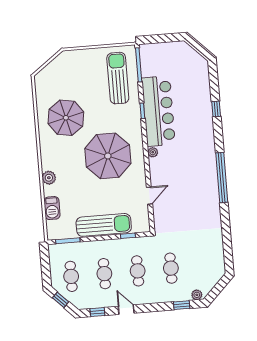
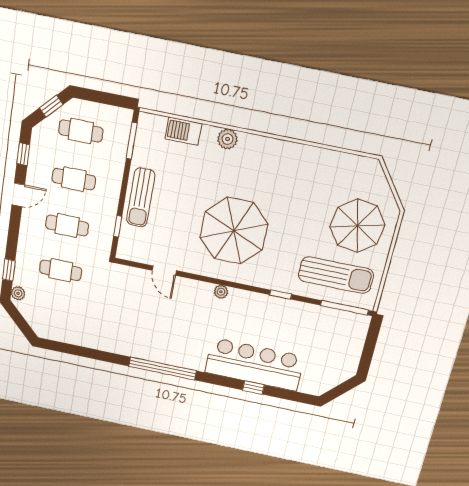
bar counter: (158, 111) -> (254, 364), moved, turned 180
parasol: (66, 118) -> (357, 226), moved
sun lounger: (104, 225) -> (141, 198), width x0.73, depth x0.75

